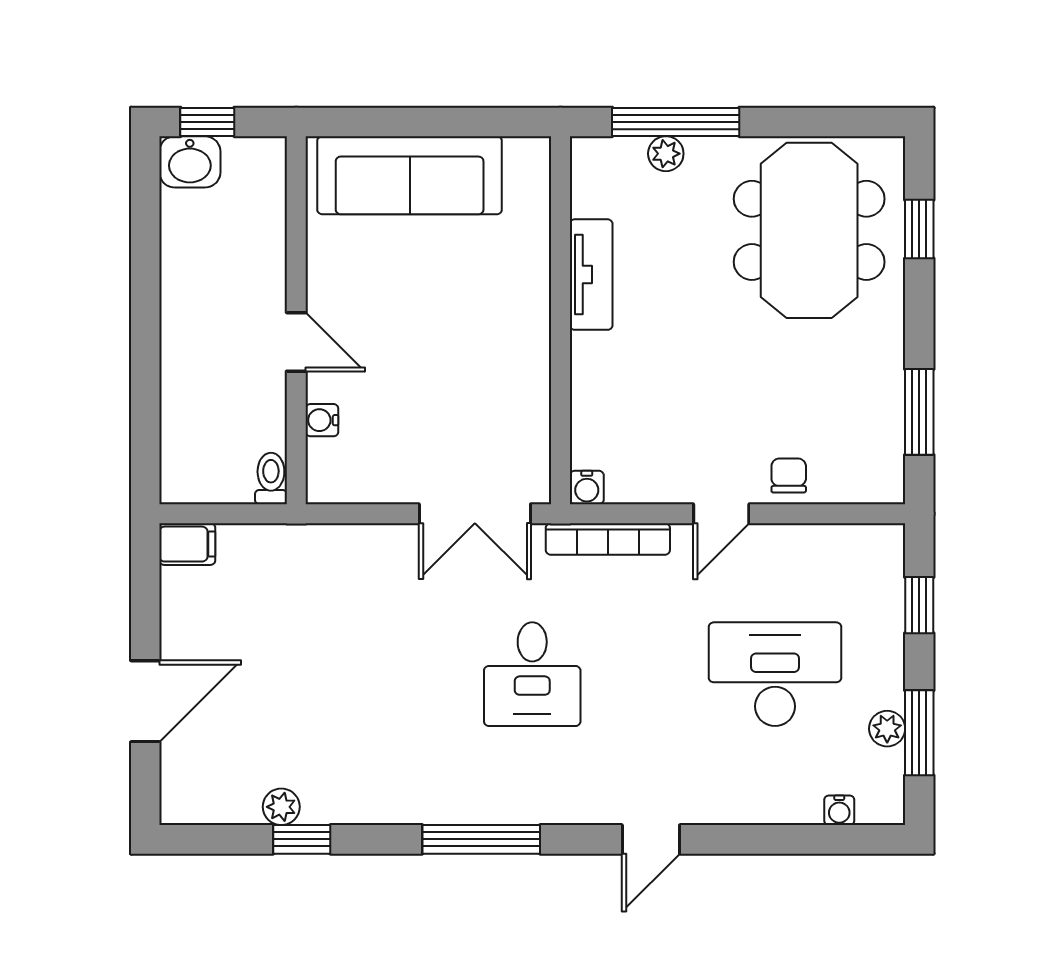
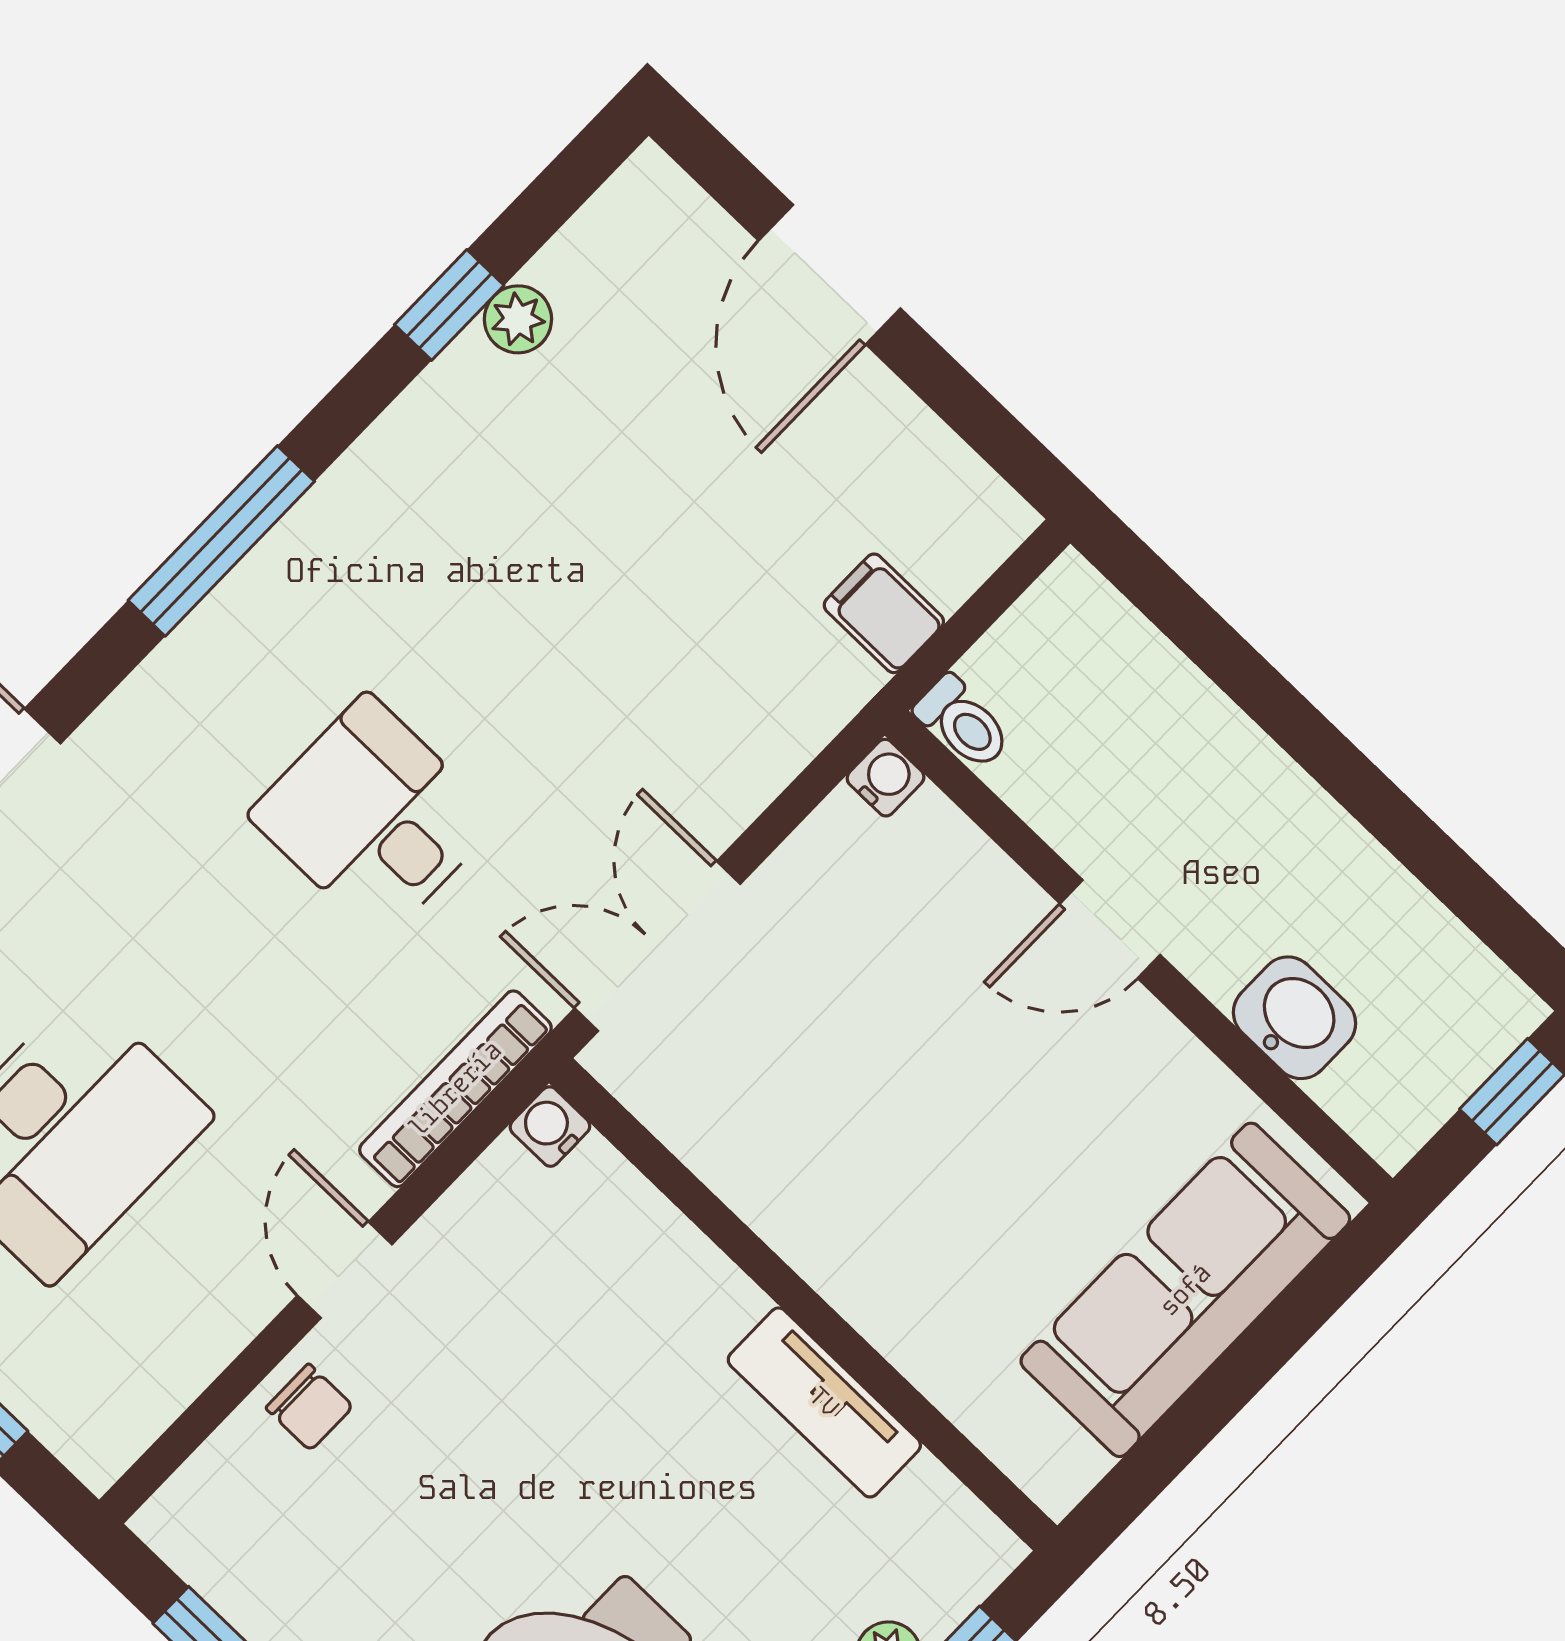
washbasin: (190, 162) -> (1295, 1018), moved, turned 90
water cooler: (322, 420) -> (886, 778), moved
filing cabinet: (187, 544) -> (884, 613), moved, turned 90

